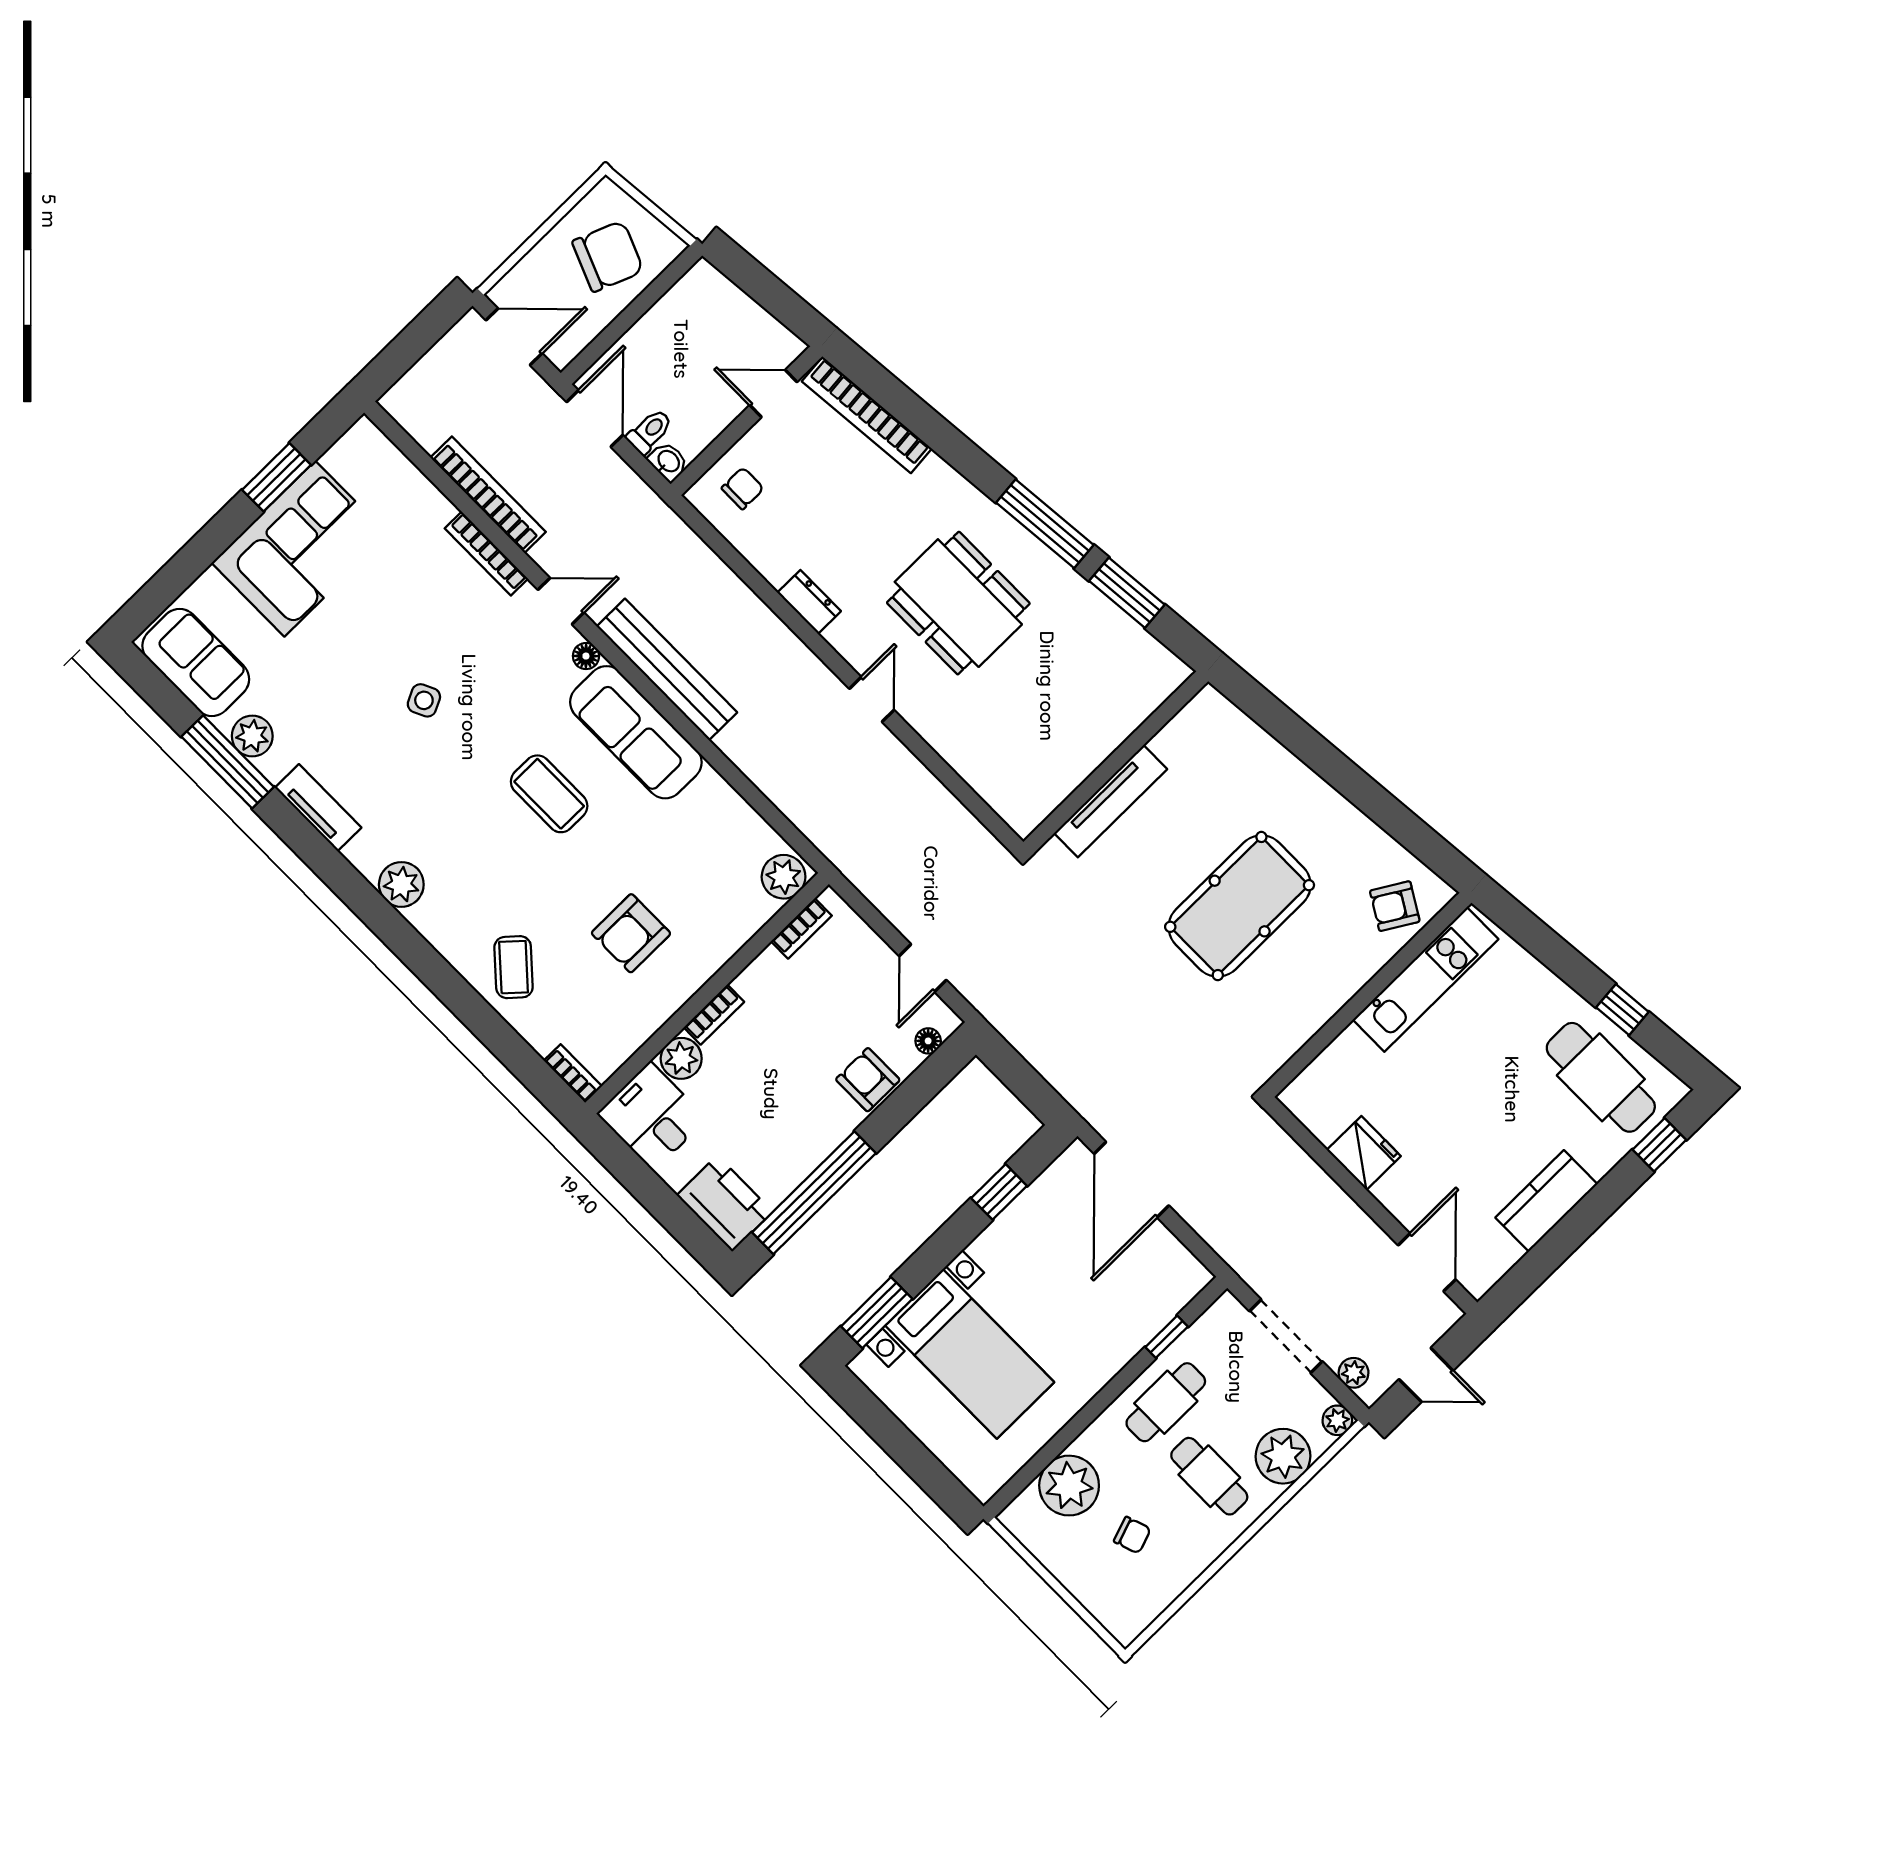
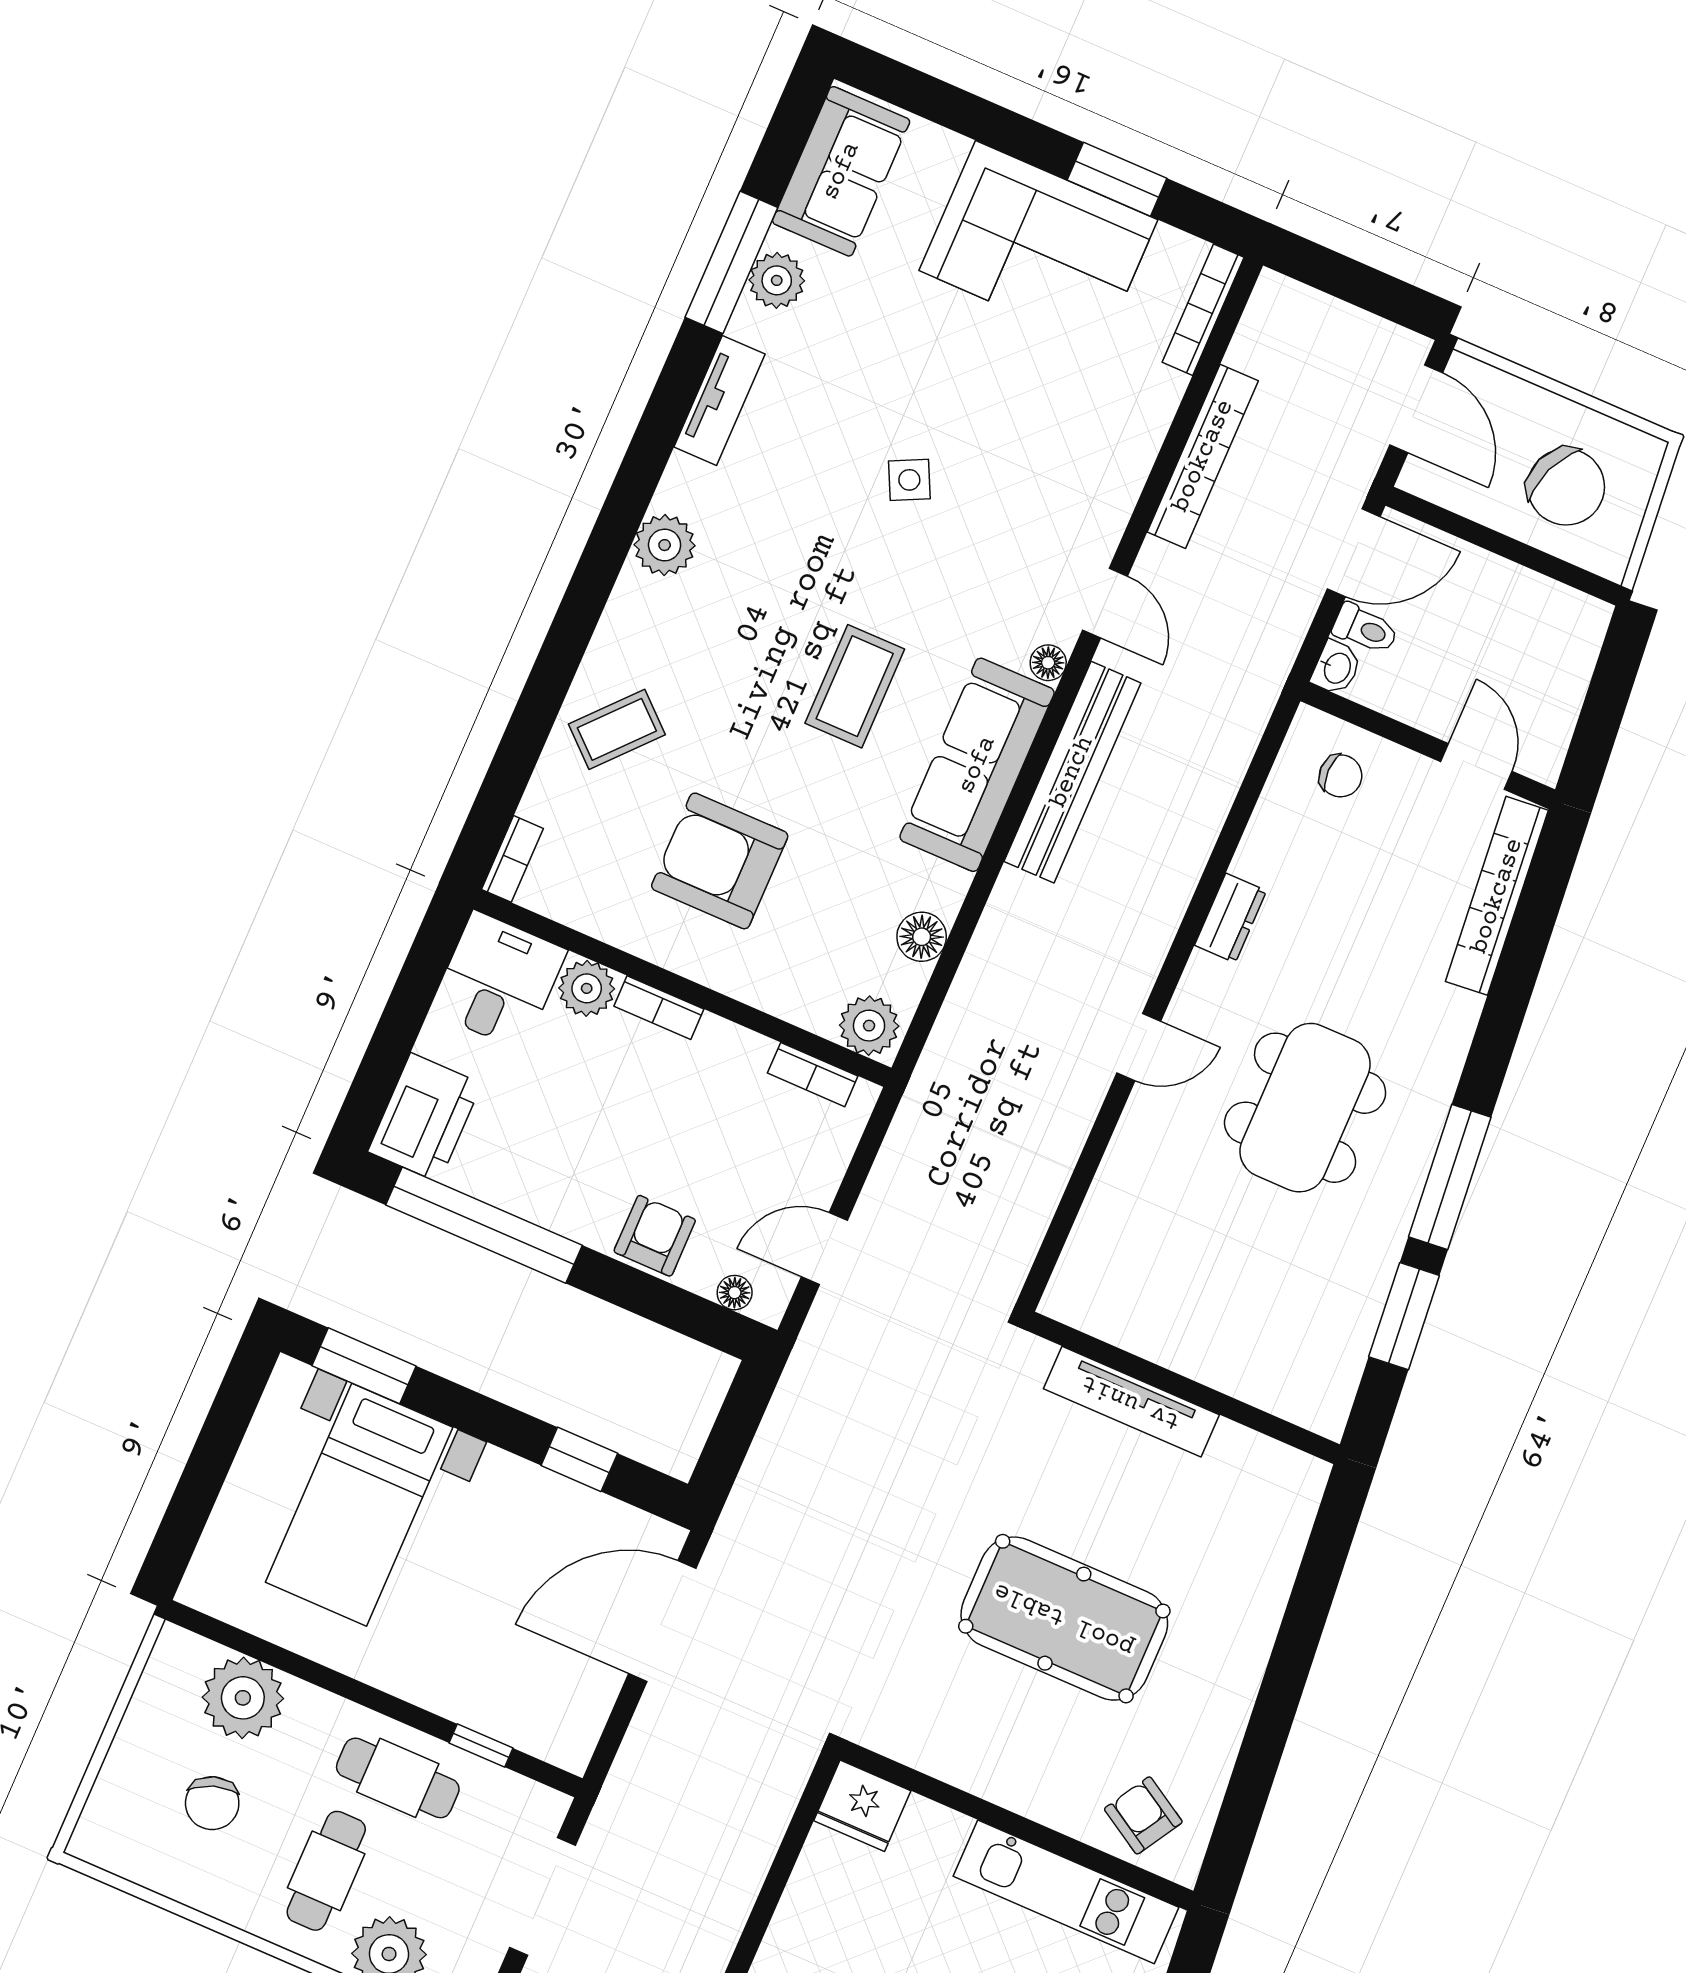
bookcase: (486, 554) -> (1203, 310), moved
floor lamp: (738, 817) -> (922, 937), added
armchair: (631, 933) -> (720, 861), width x1.36, depth x1.36
fridge: (1364, 1153) -> (862, 1806), moved, turned 90
chair: (1132, 1535) -> (212, 1803), width x1.37, depth x1.37

